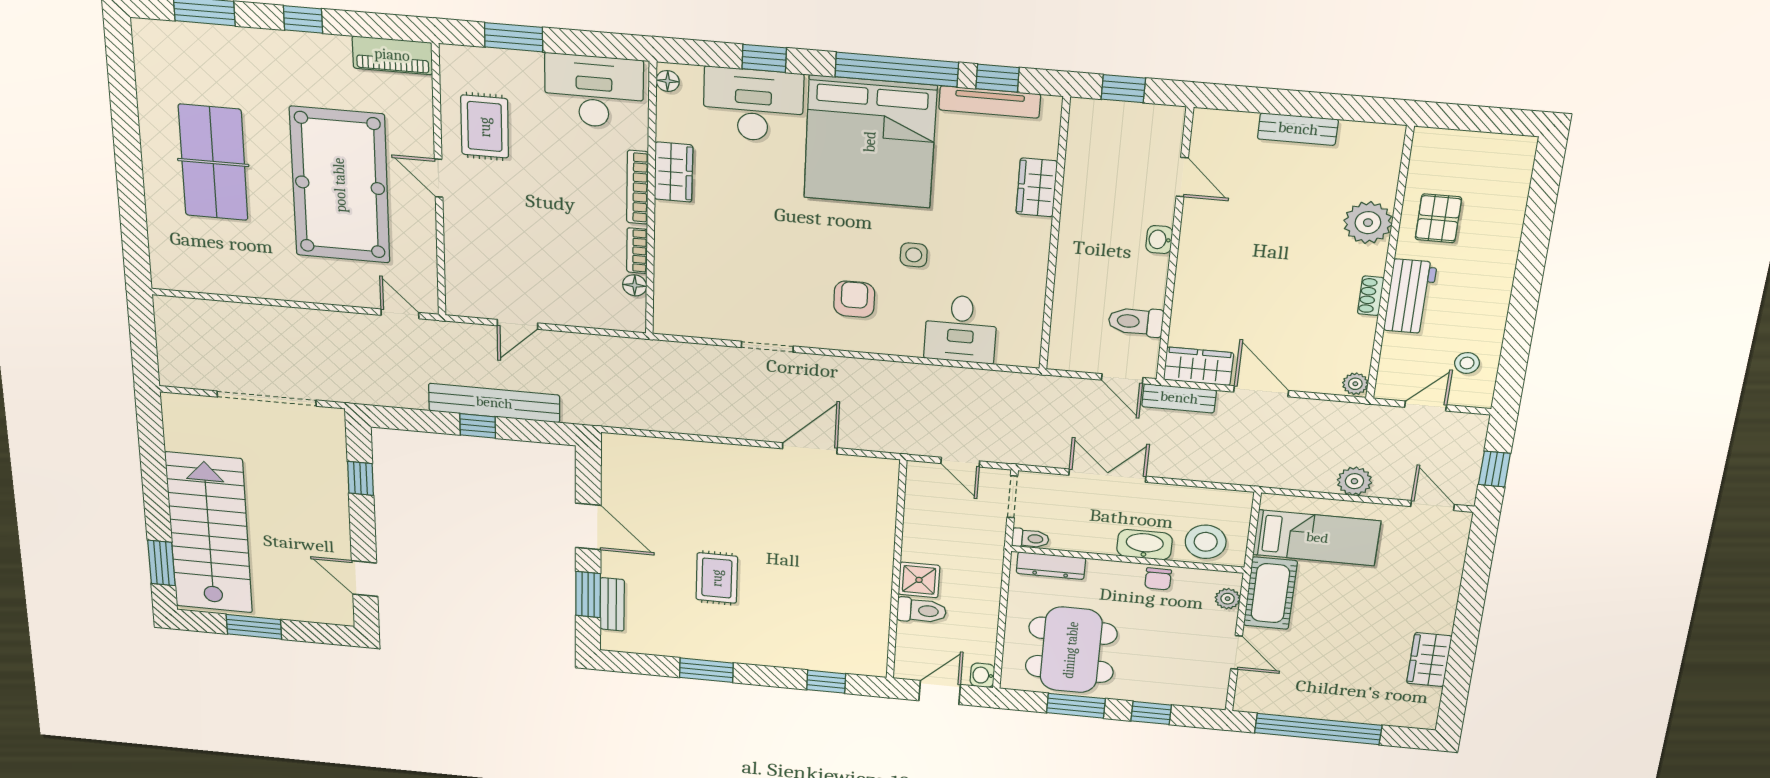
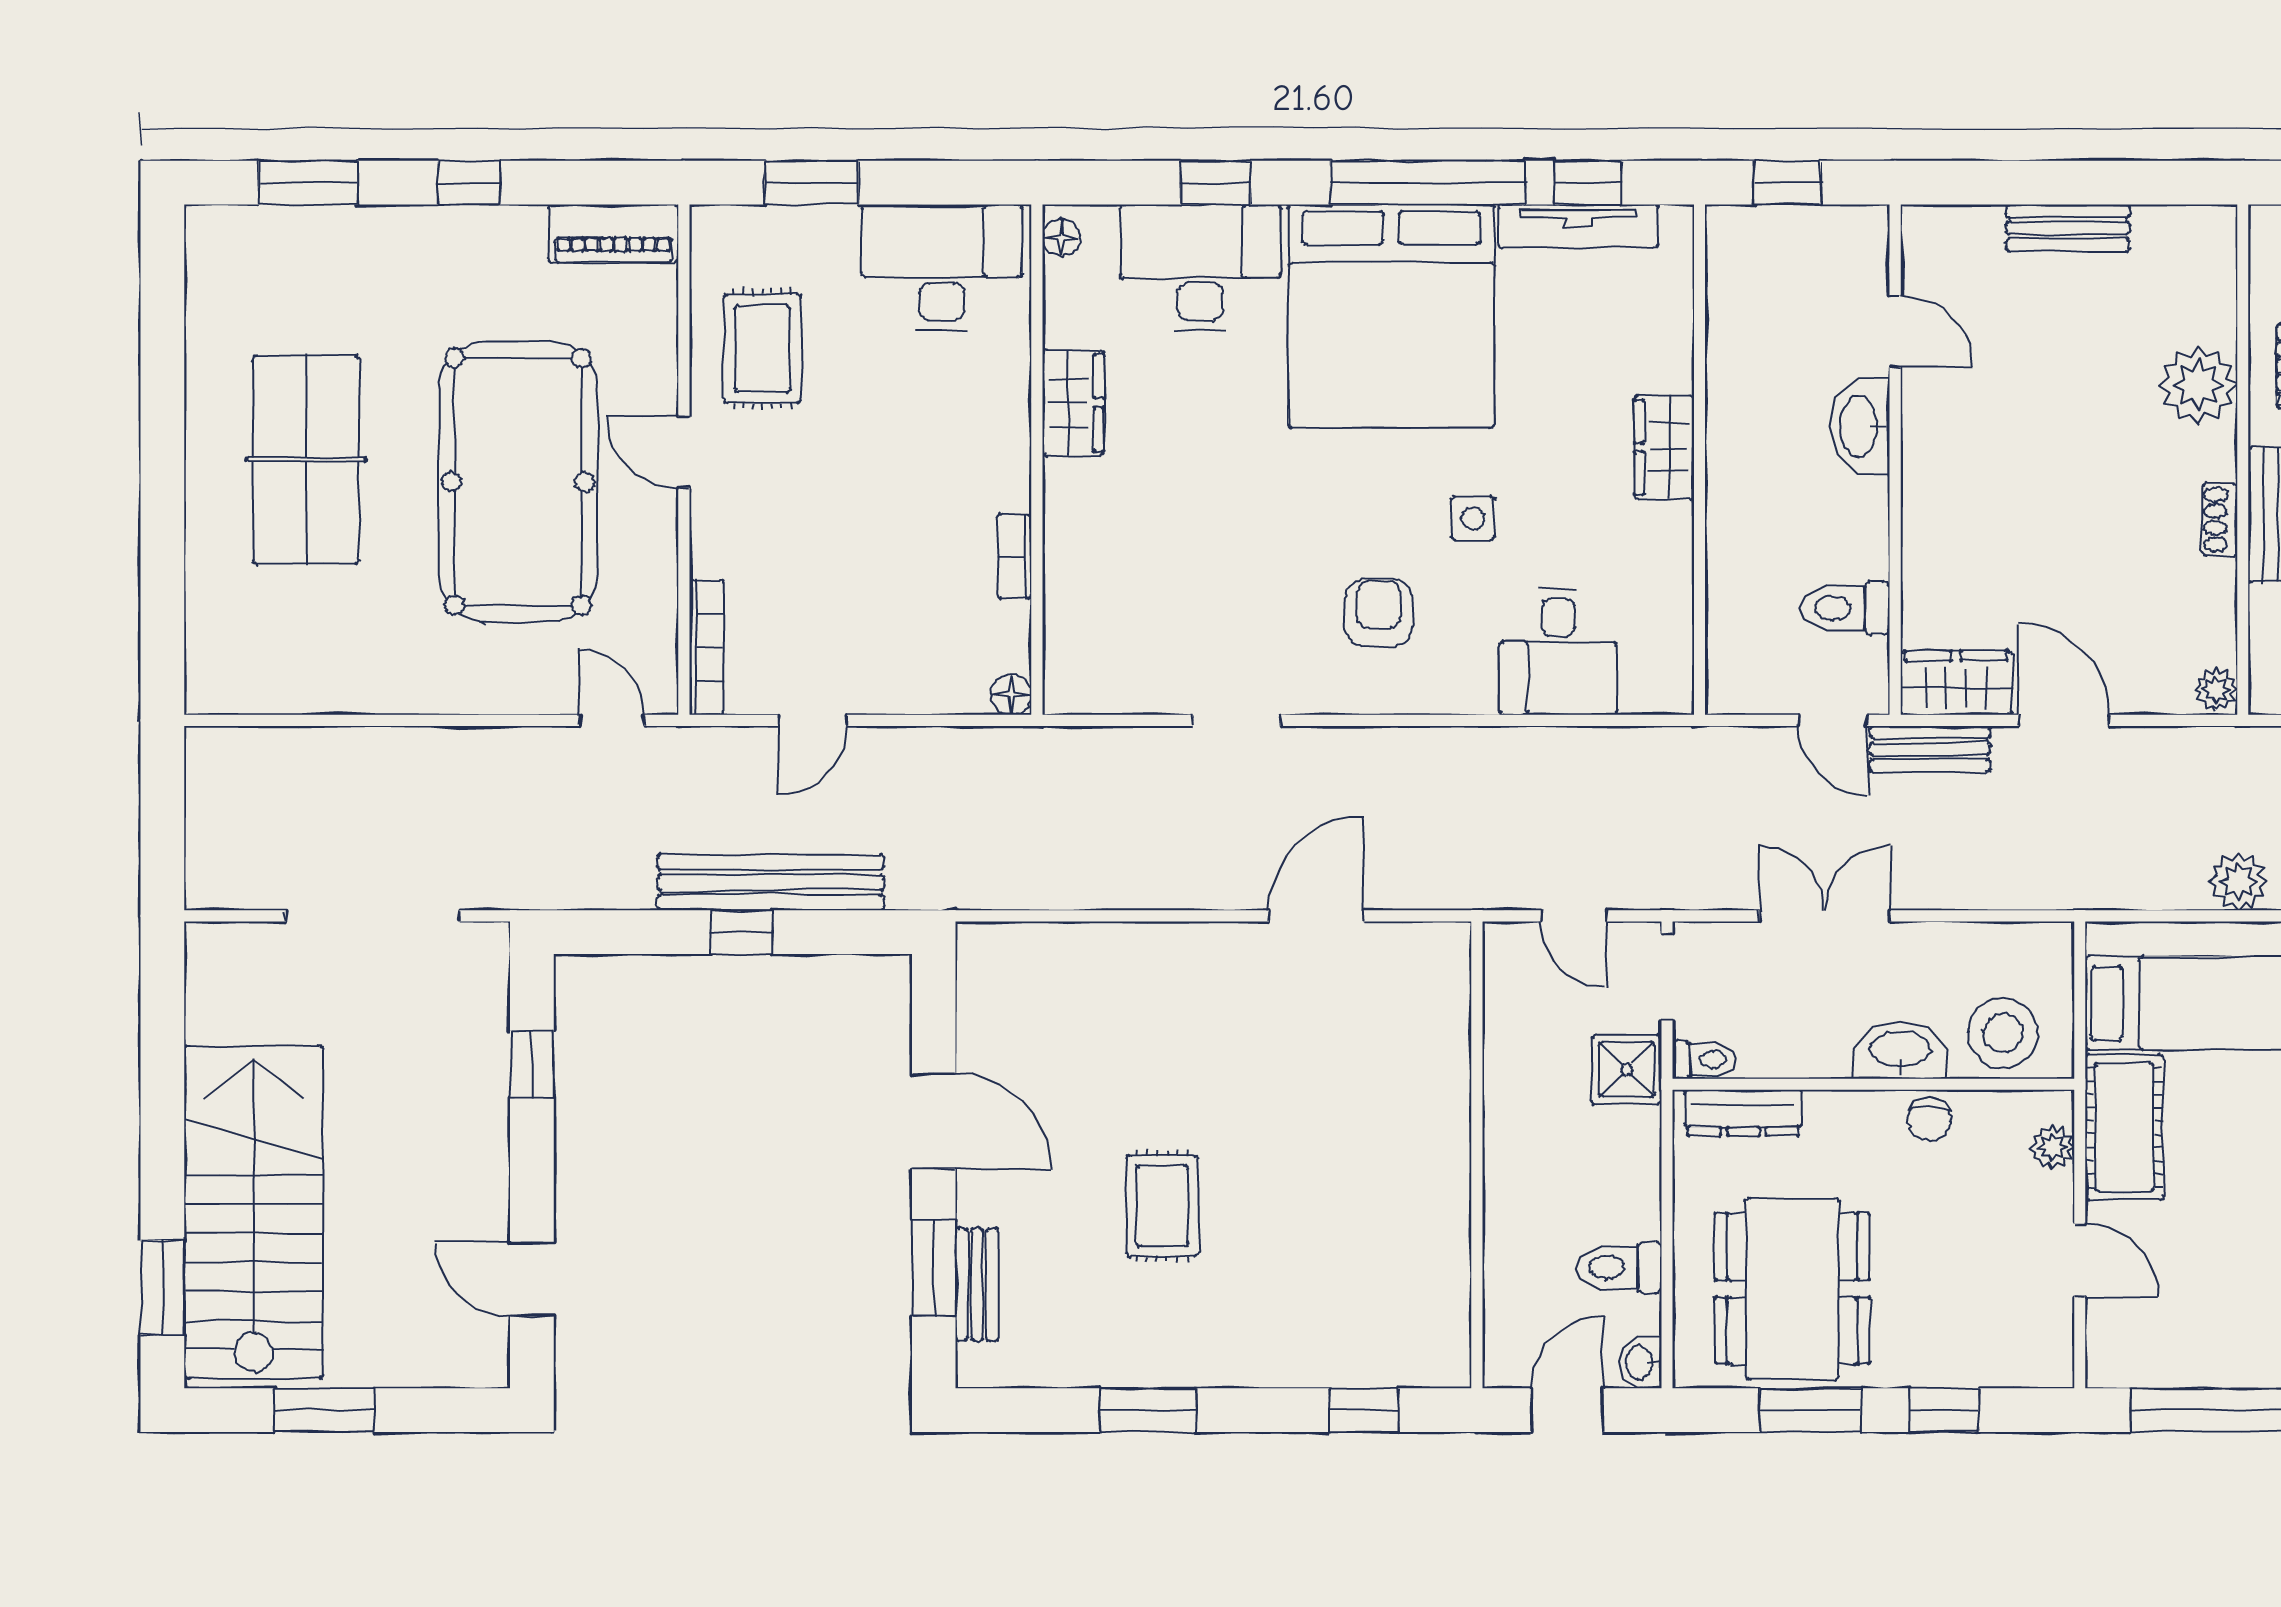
bookcase: (637, 187) -> (707, 647), moved, turned 180
wardrobe: (1037, 187) -> (1664, 447), moved
washbasin: (1159, 240) -> (1860, 426), width x1.91, depth x1.45
floor lamp: (635, 285) -> (1011, 695), moved
shower: (919, 580) -> (1627, 1070), moved
toilet: (922, 611) -> (1619, 1267), moved, turned 180

